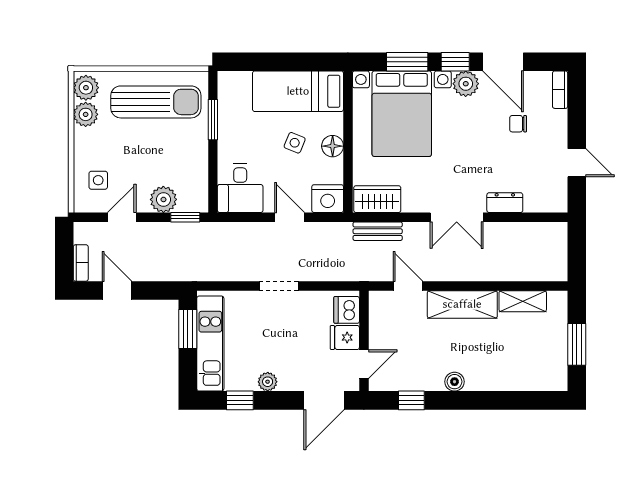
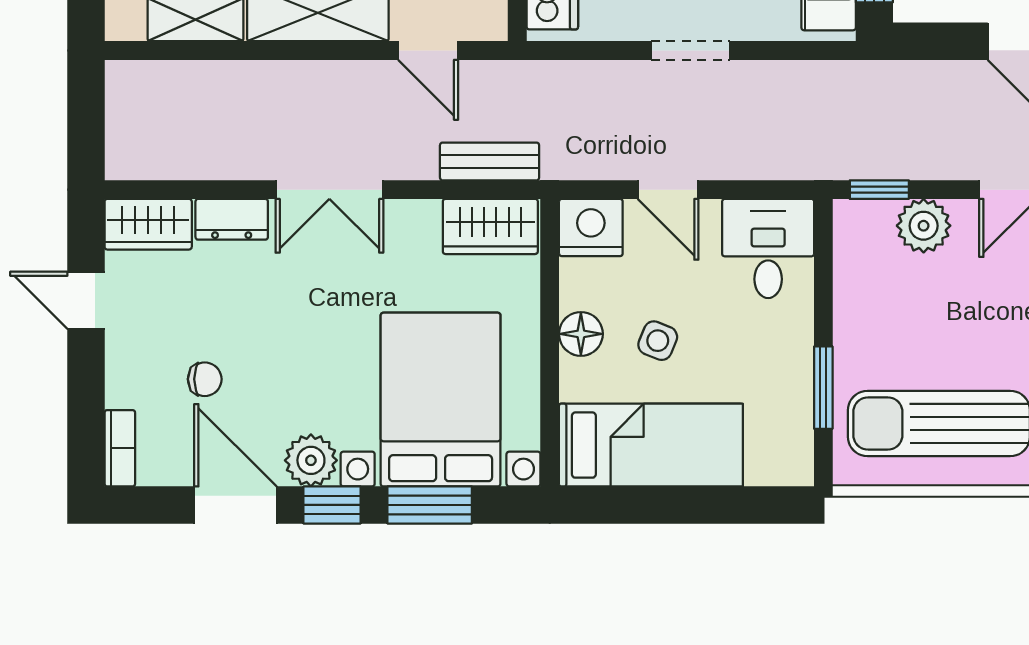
wardrobe: (546, 200) -> (148, 224), added
double door: (457, 217) -> (329, 190), swing flipped

